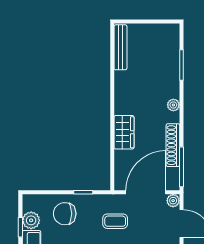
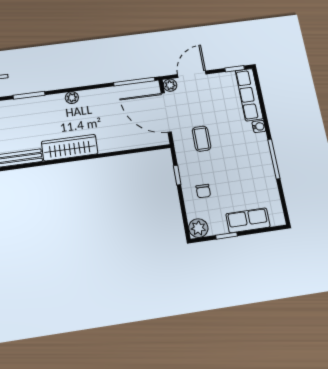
wardrobe: (124, 132) -> (70, 148), moved, width x1.50
shoe rack: (173, 145) -> (113, 93), removed
chair: (65, 214) -> (203, 191), width x0.54, depth x0.54
plant: (31, 220) -> (198, 228), moved

